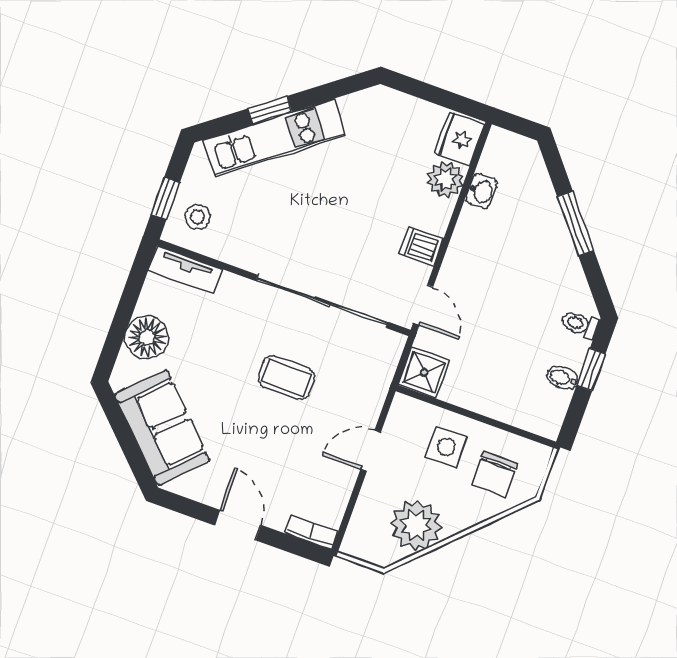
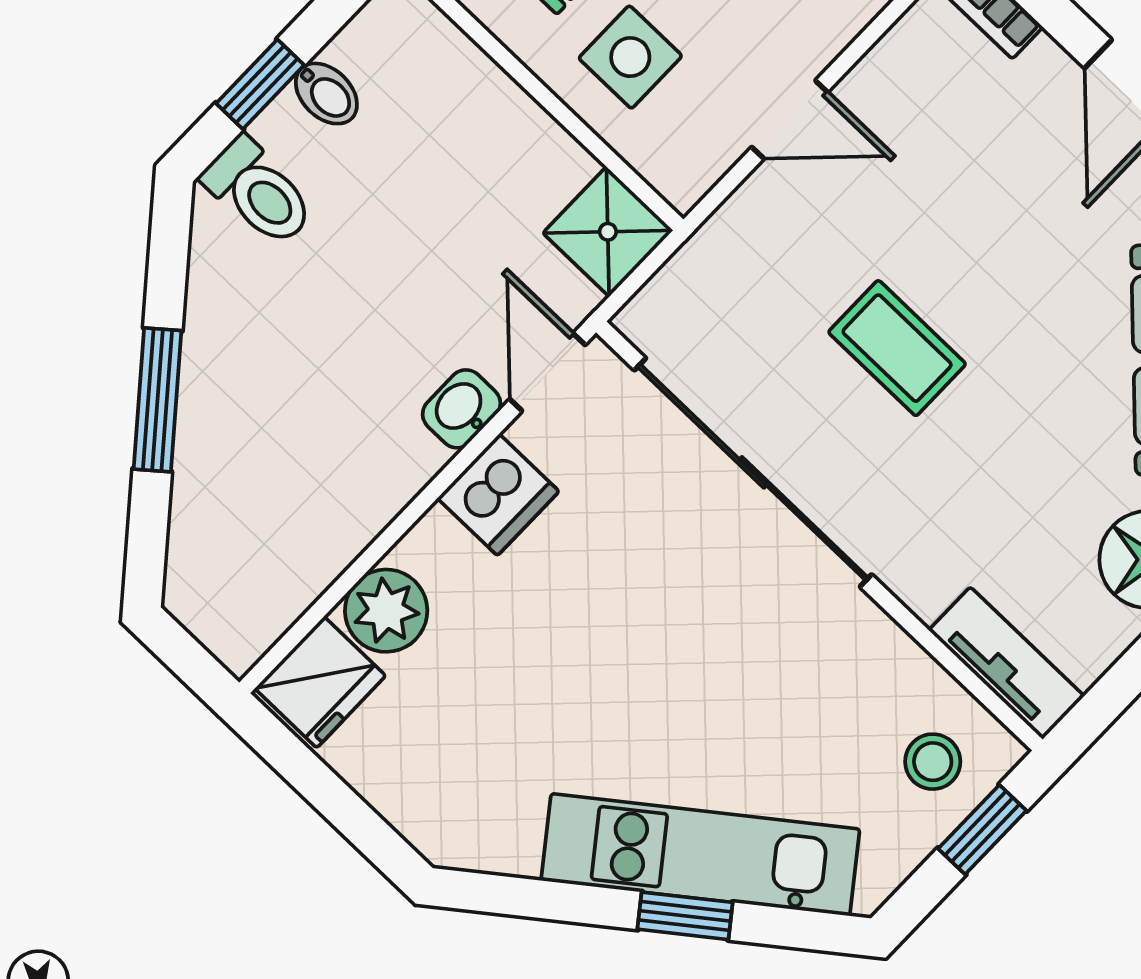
washbasin: (481, 191) -> (462, 409), moved
dishwasher: (421, 247) -> (498, 495), width x1.38
toilet: (580, 324) -> (259, 192), width x1.37, depth x1.39

